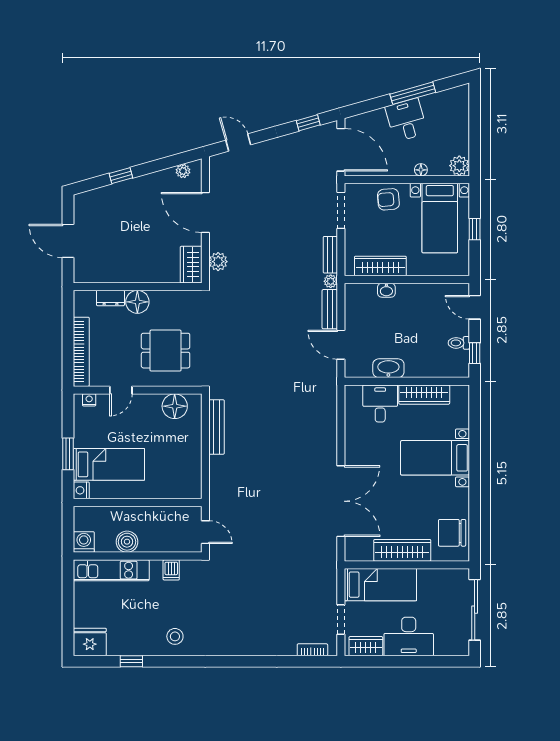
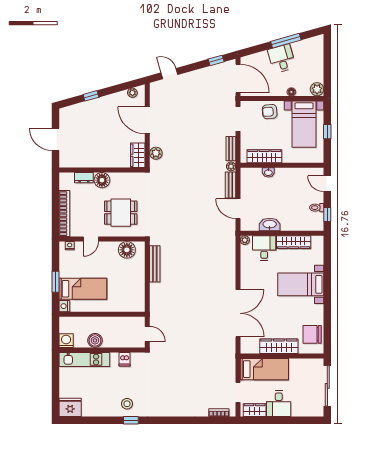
plant: (351, 392) -> (245, 240), added
desk: (409, 636) -> (279, 404), width x0.73
window: (131, 661) -> (131, 420), moved

